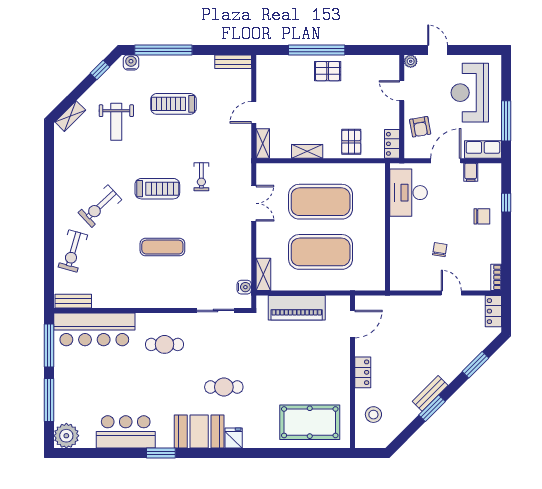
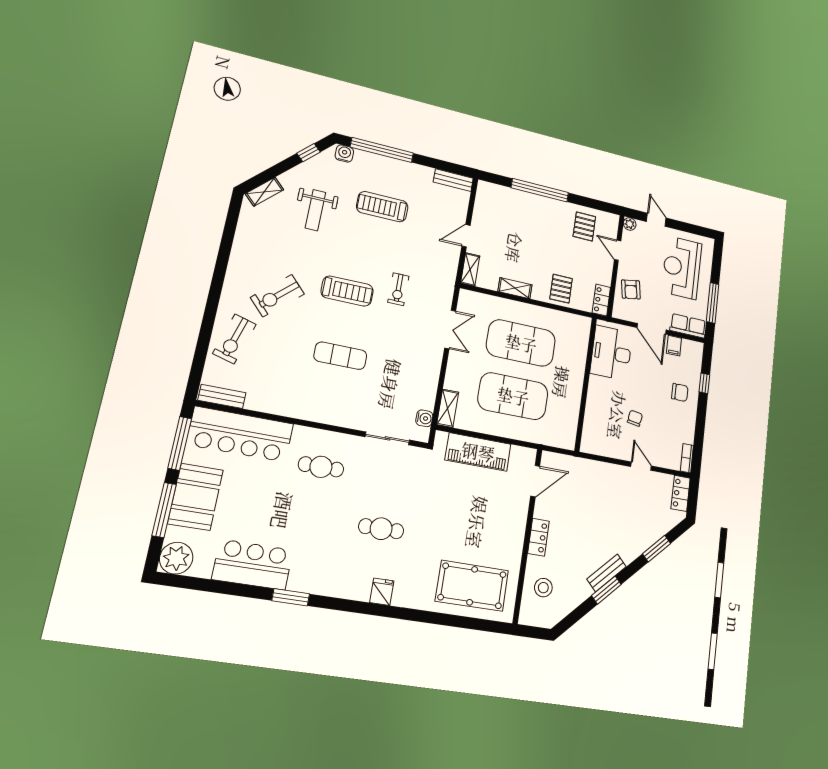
pallet: (328, 71) -> (584, 227), moved, turned 90
door: (446, 161) -> (651, 329), swing flipped
booth: (199, 432) -> (196, 497), moved, turned 90

